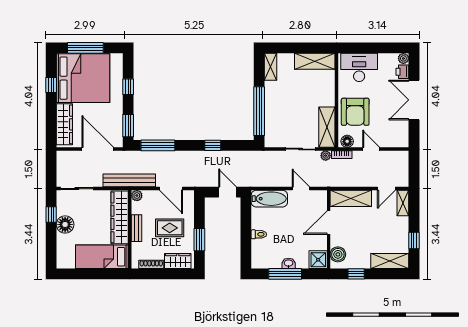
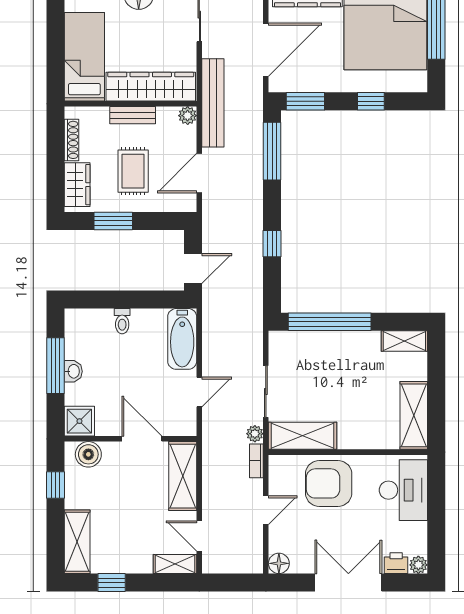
floor lamp: (347, 141) -> (279, 563), moved

